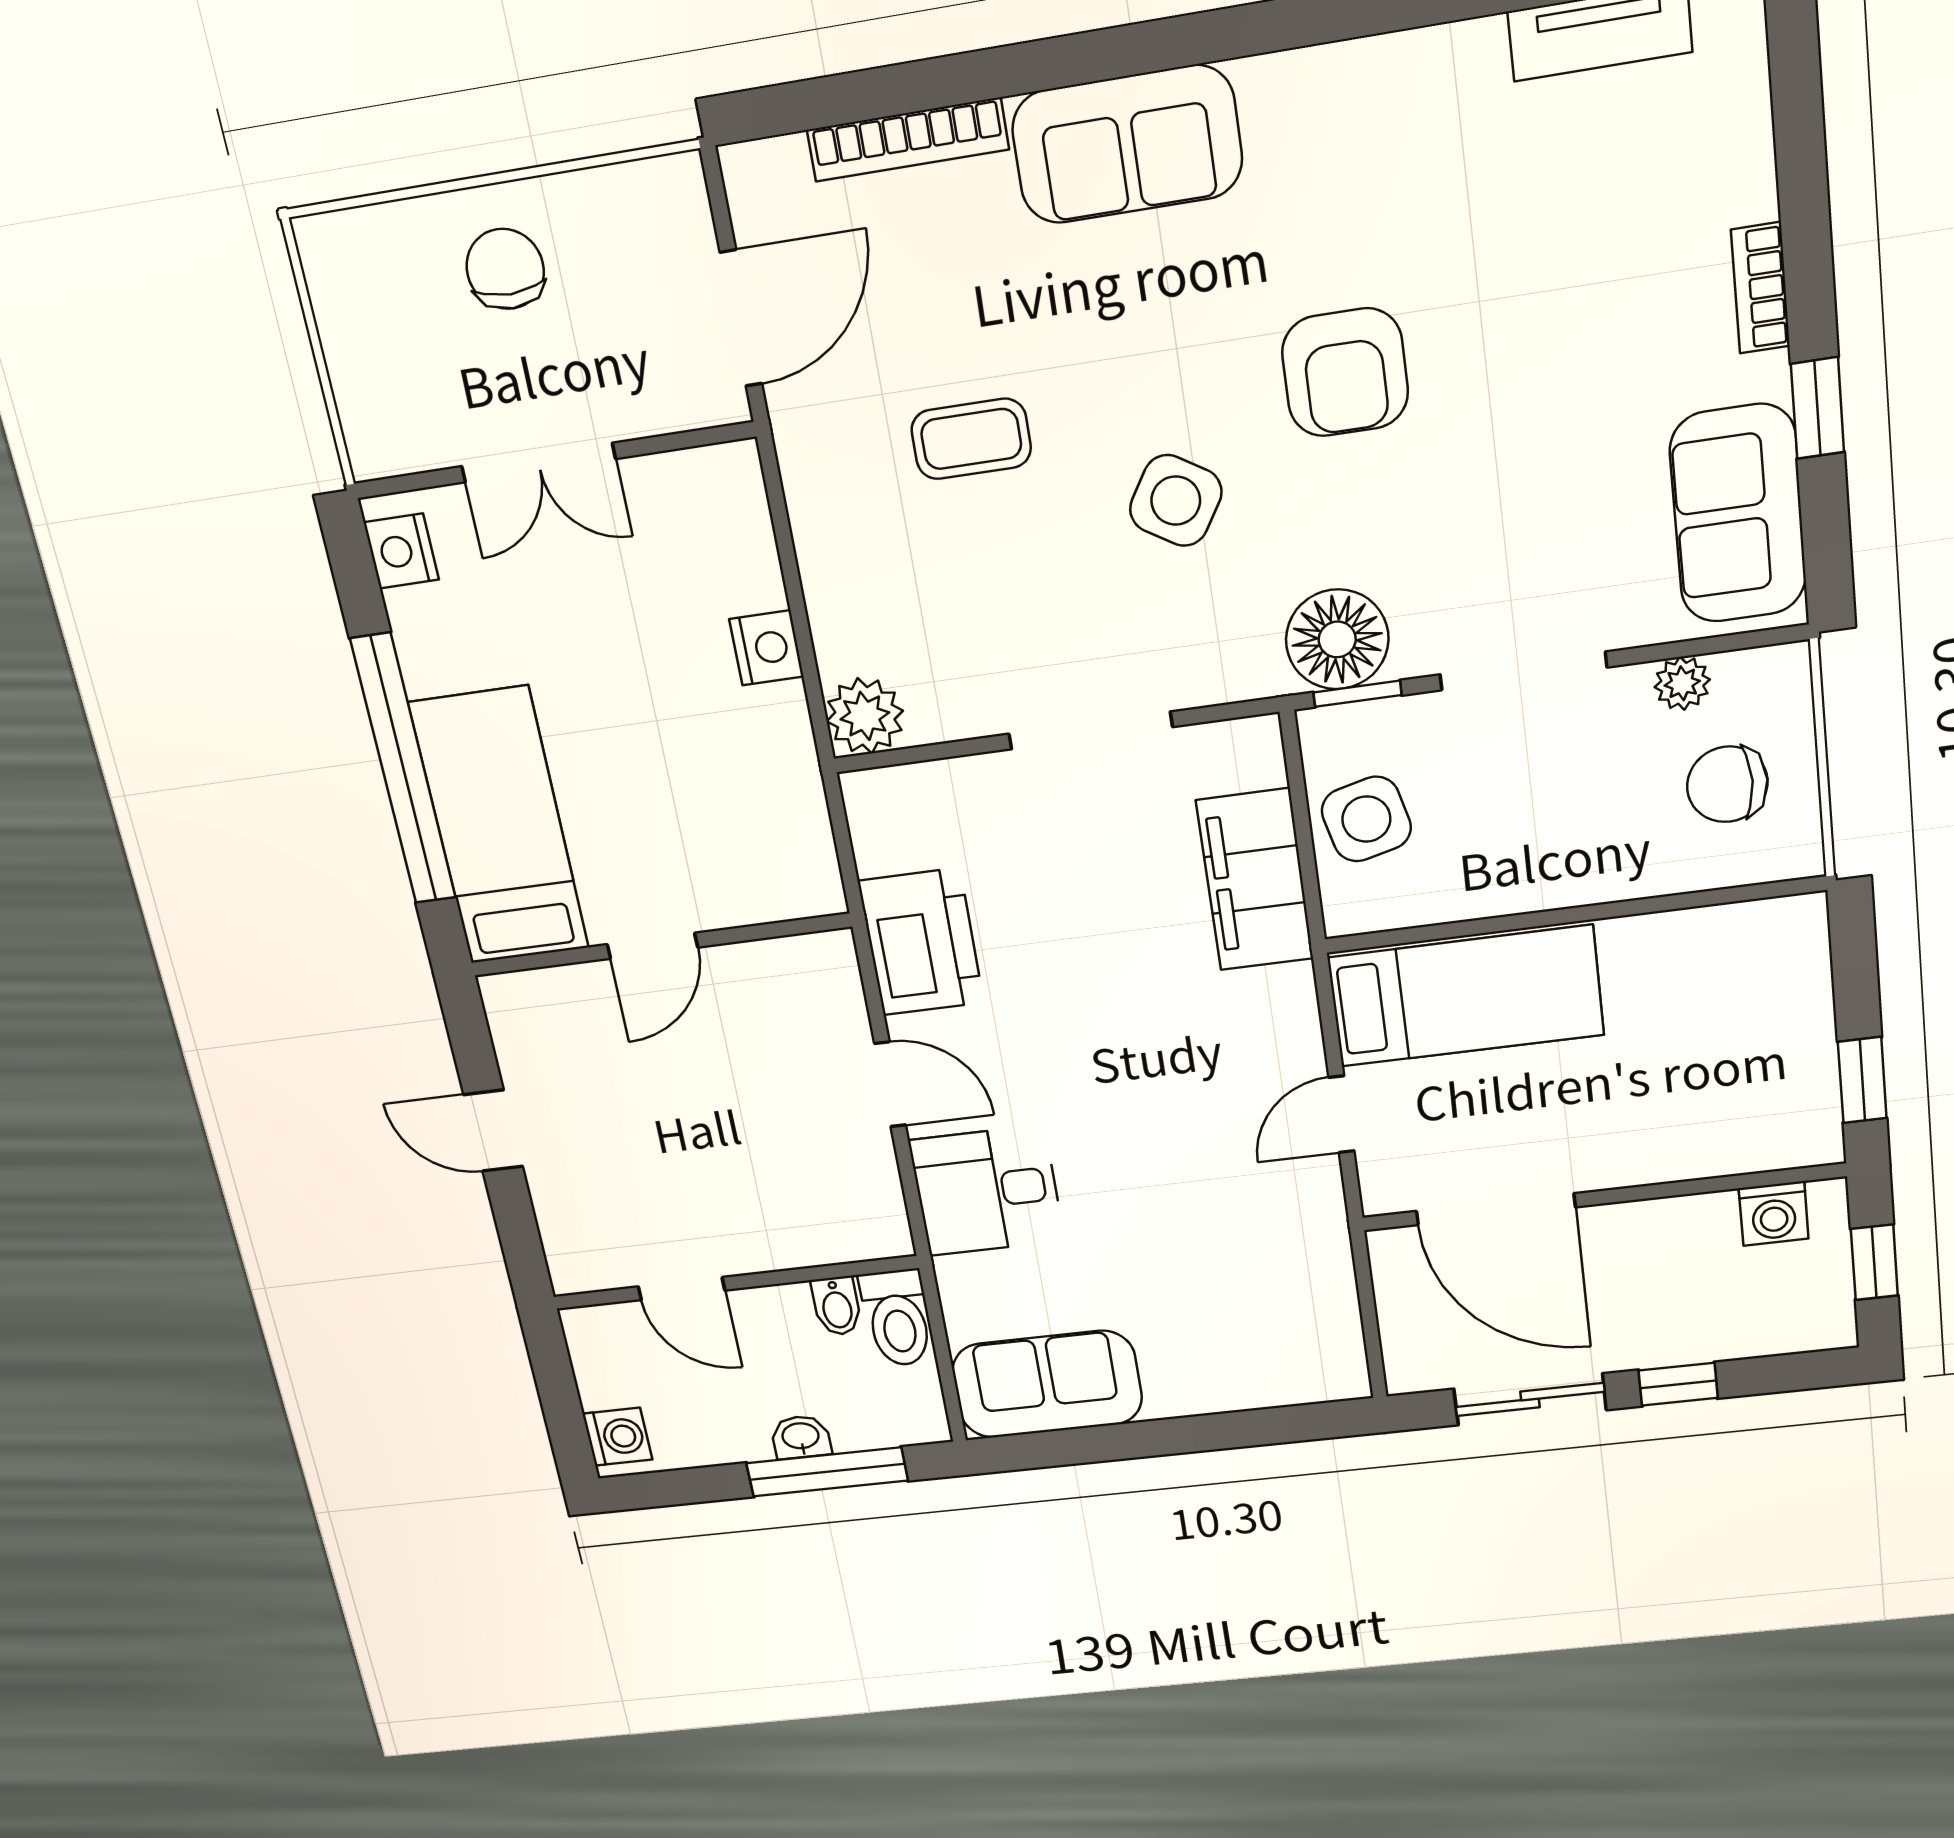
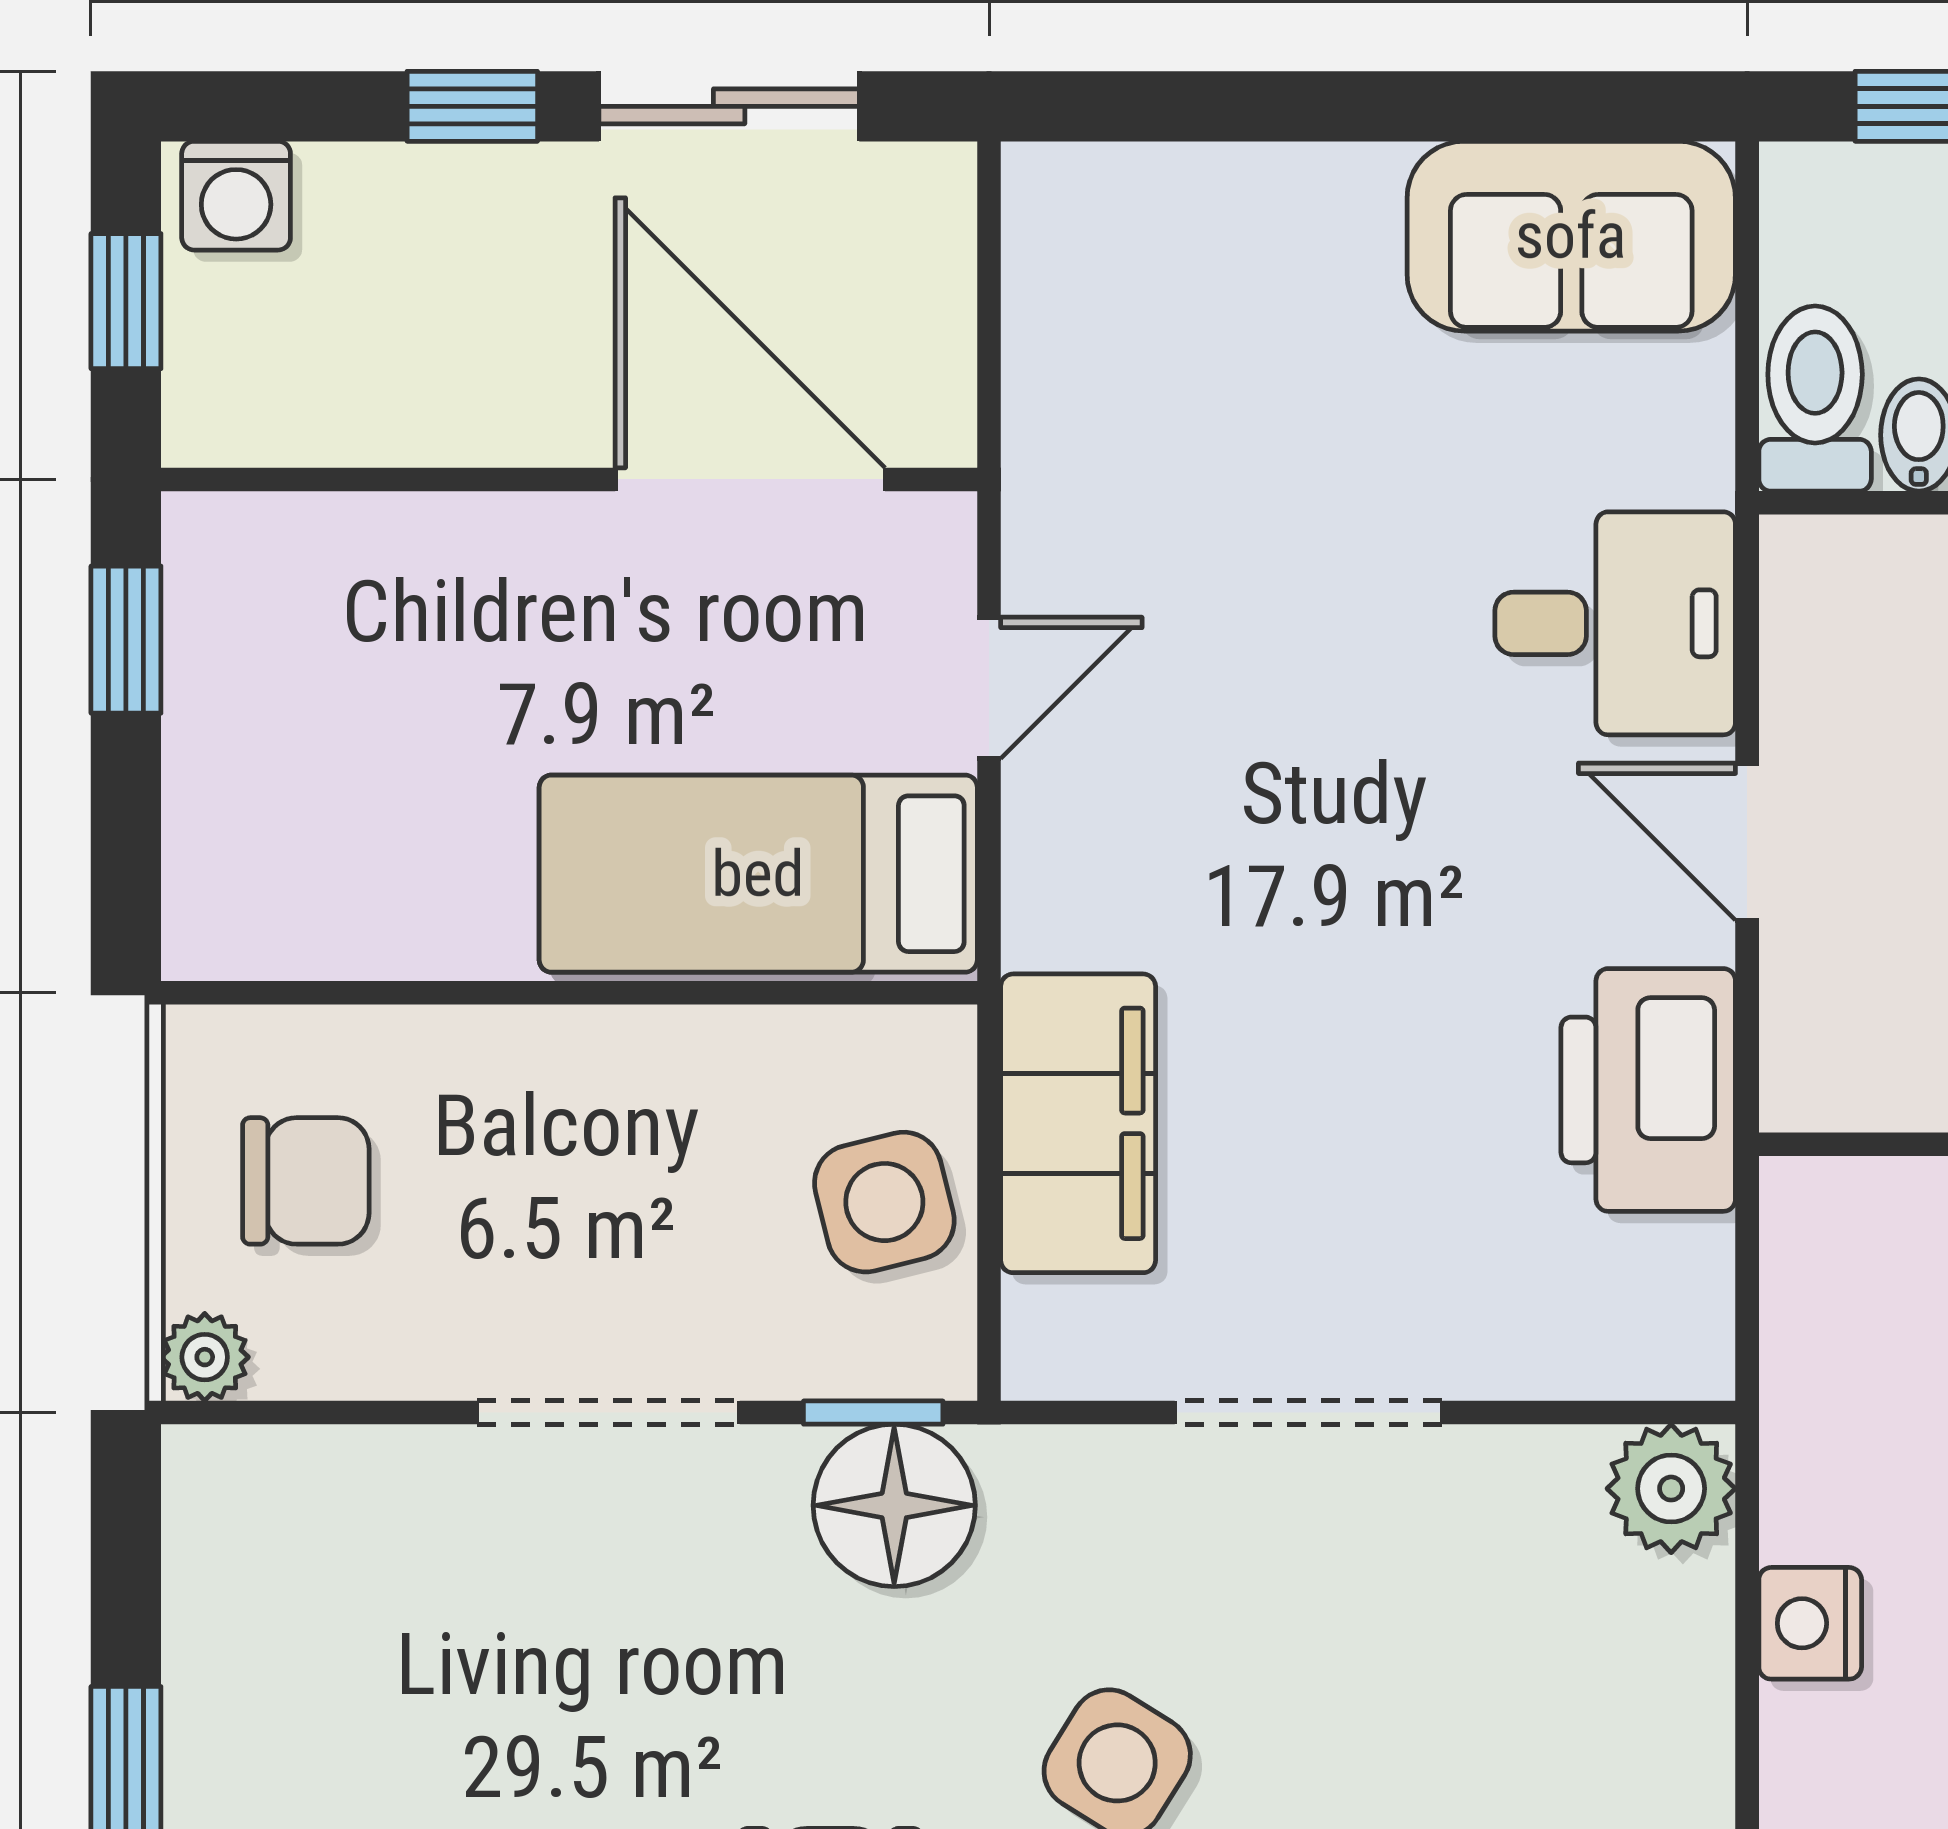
sofa: (1738, 514) -> (256, 1614), removed
plant: (1682, 683) -> (205, 1357), moved
washing machine: (1774, 1213) -> (236, 196), moved, turned 180

